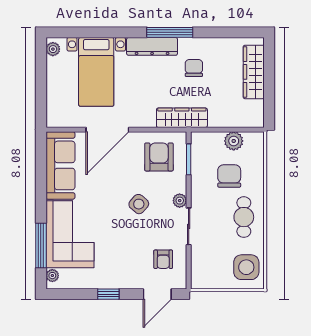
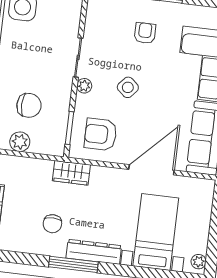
wardrobe: (182, 118) -> (71, 173), width x0.67
armchair: (159, 157) -> (101, 134), turned 90
chair: (229, 176) -> (29, 105), turned -90
cafe table: (244, 217) -> (19, 60), removed
armchair: (163, 259) -> (145, 33), moved

